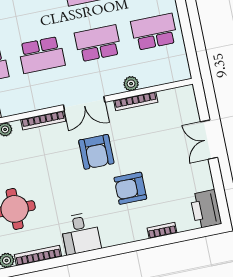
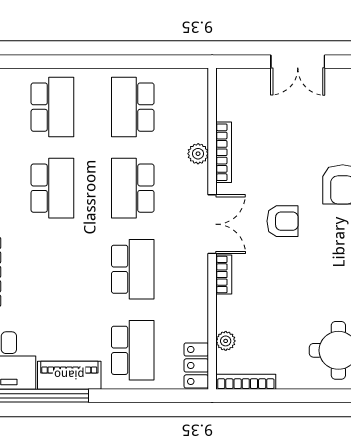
bookcase: (43, 120) -> (224, 275), width x0.64
armchair: (96, 152) -> (282, 221), width x0.72, depth x0.72

